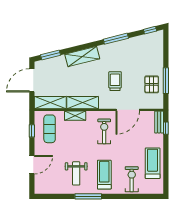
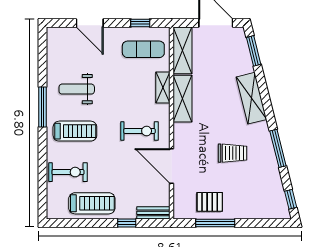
trolley: (115, 81) -> (233, 153), moved
window: (166, 128) -> (127, 223), moved

